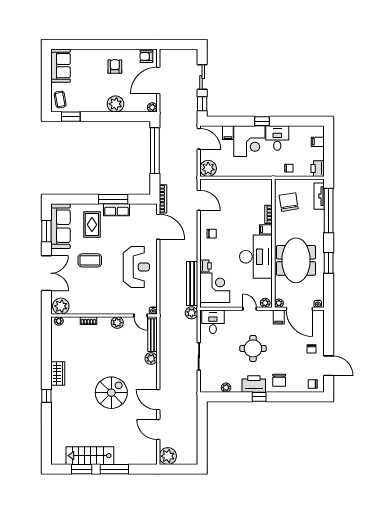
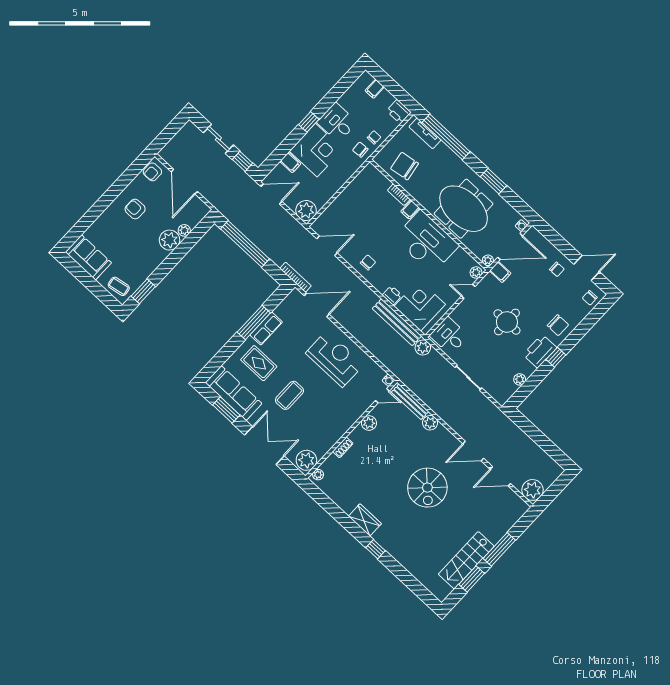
plant: (152, 107) -> (184, 230), moved
chair: (274, 167) -> (360, 150), added
spiral stairs: (111, 393) -> (427, 488), turned 180

